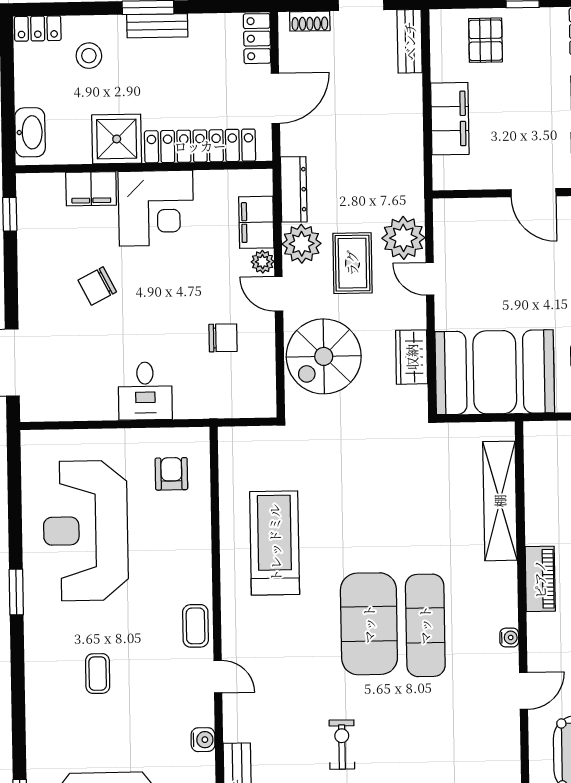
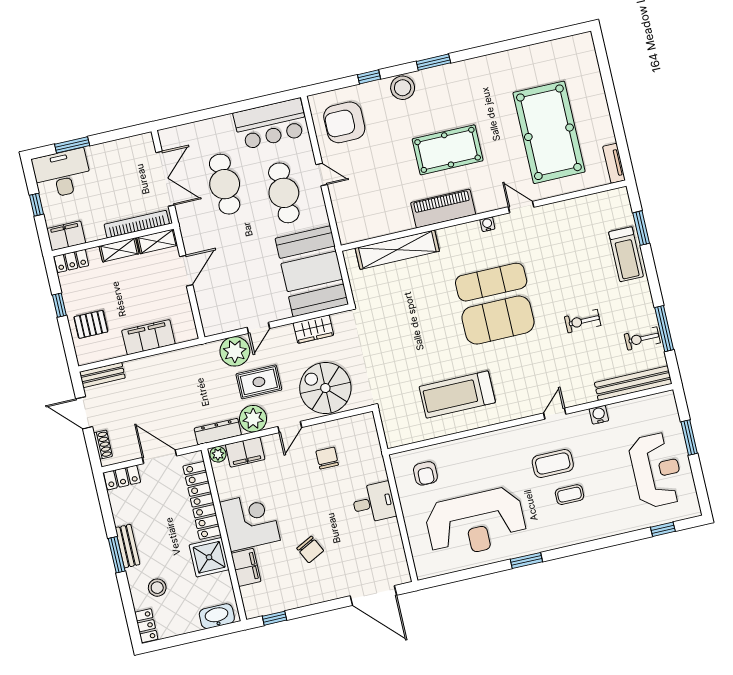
plant: (263, 262) -> (218, 454), moved
spiral stairs: (324, 356) -> (325, 388), turned 180
armchair: (171, 474) -> (425, 473), turned -90
piano: (540, 579) -> (443, 209), width x1.37, depth x1.33
coffee table: (196, 626) -> (553, 463), moved, width x1.36, depth x1.30

